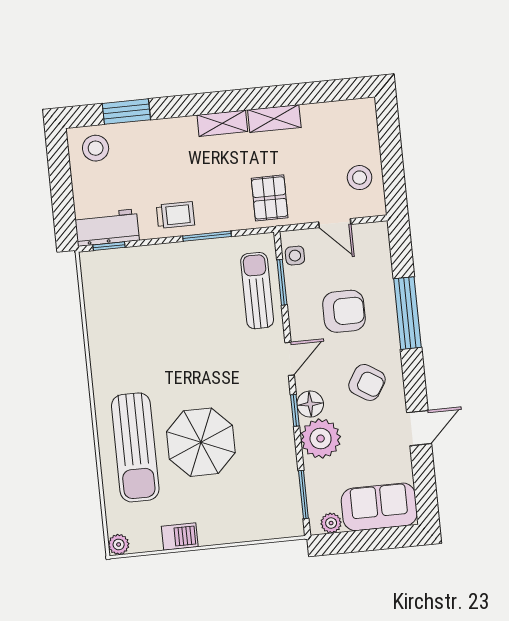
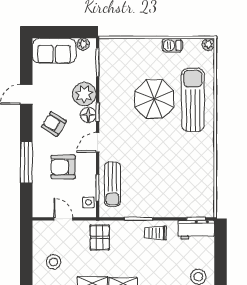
stool: (360, 178) -> (53, 262), moved

